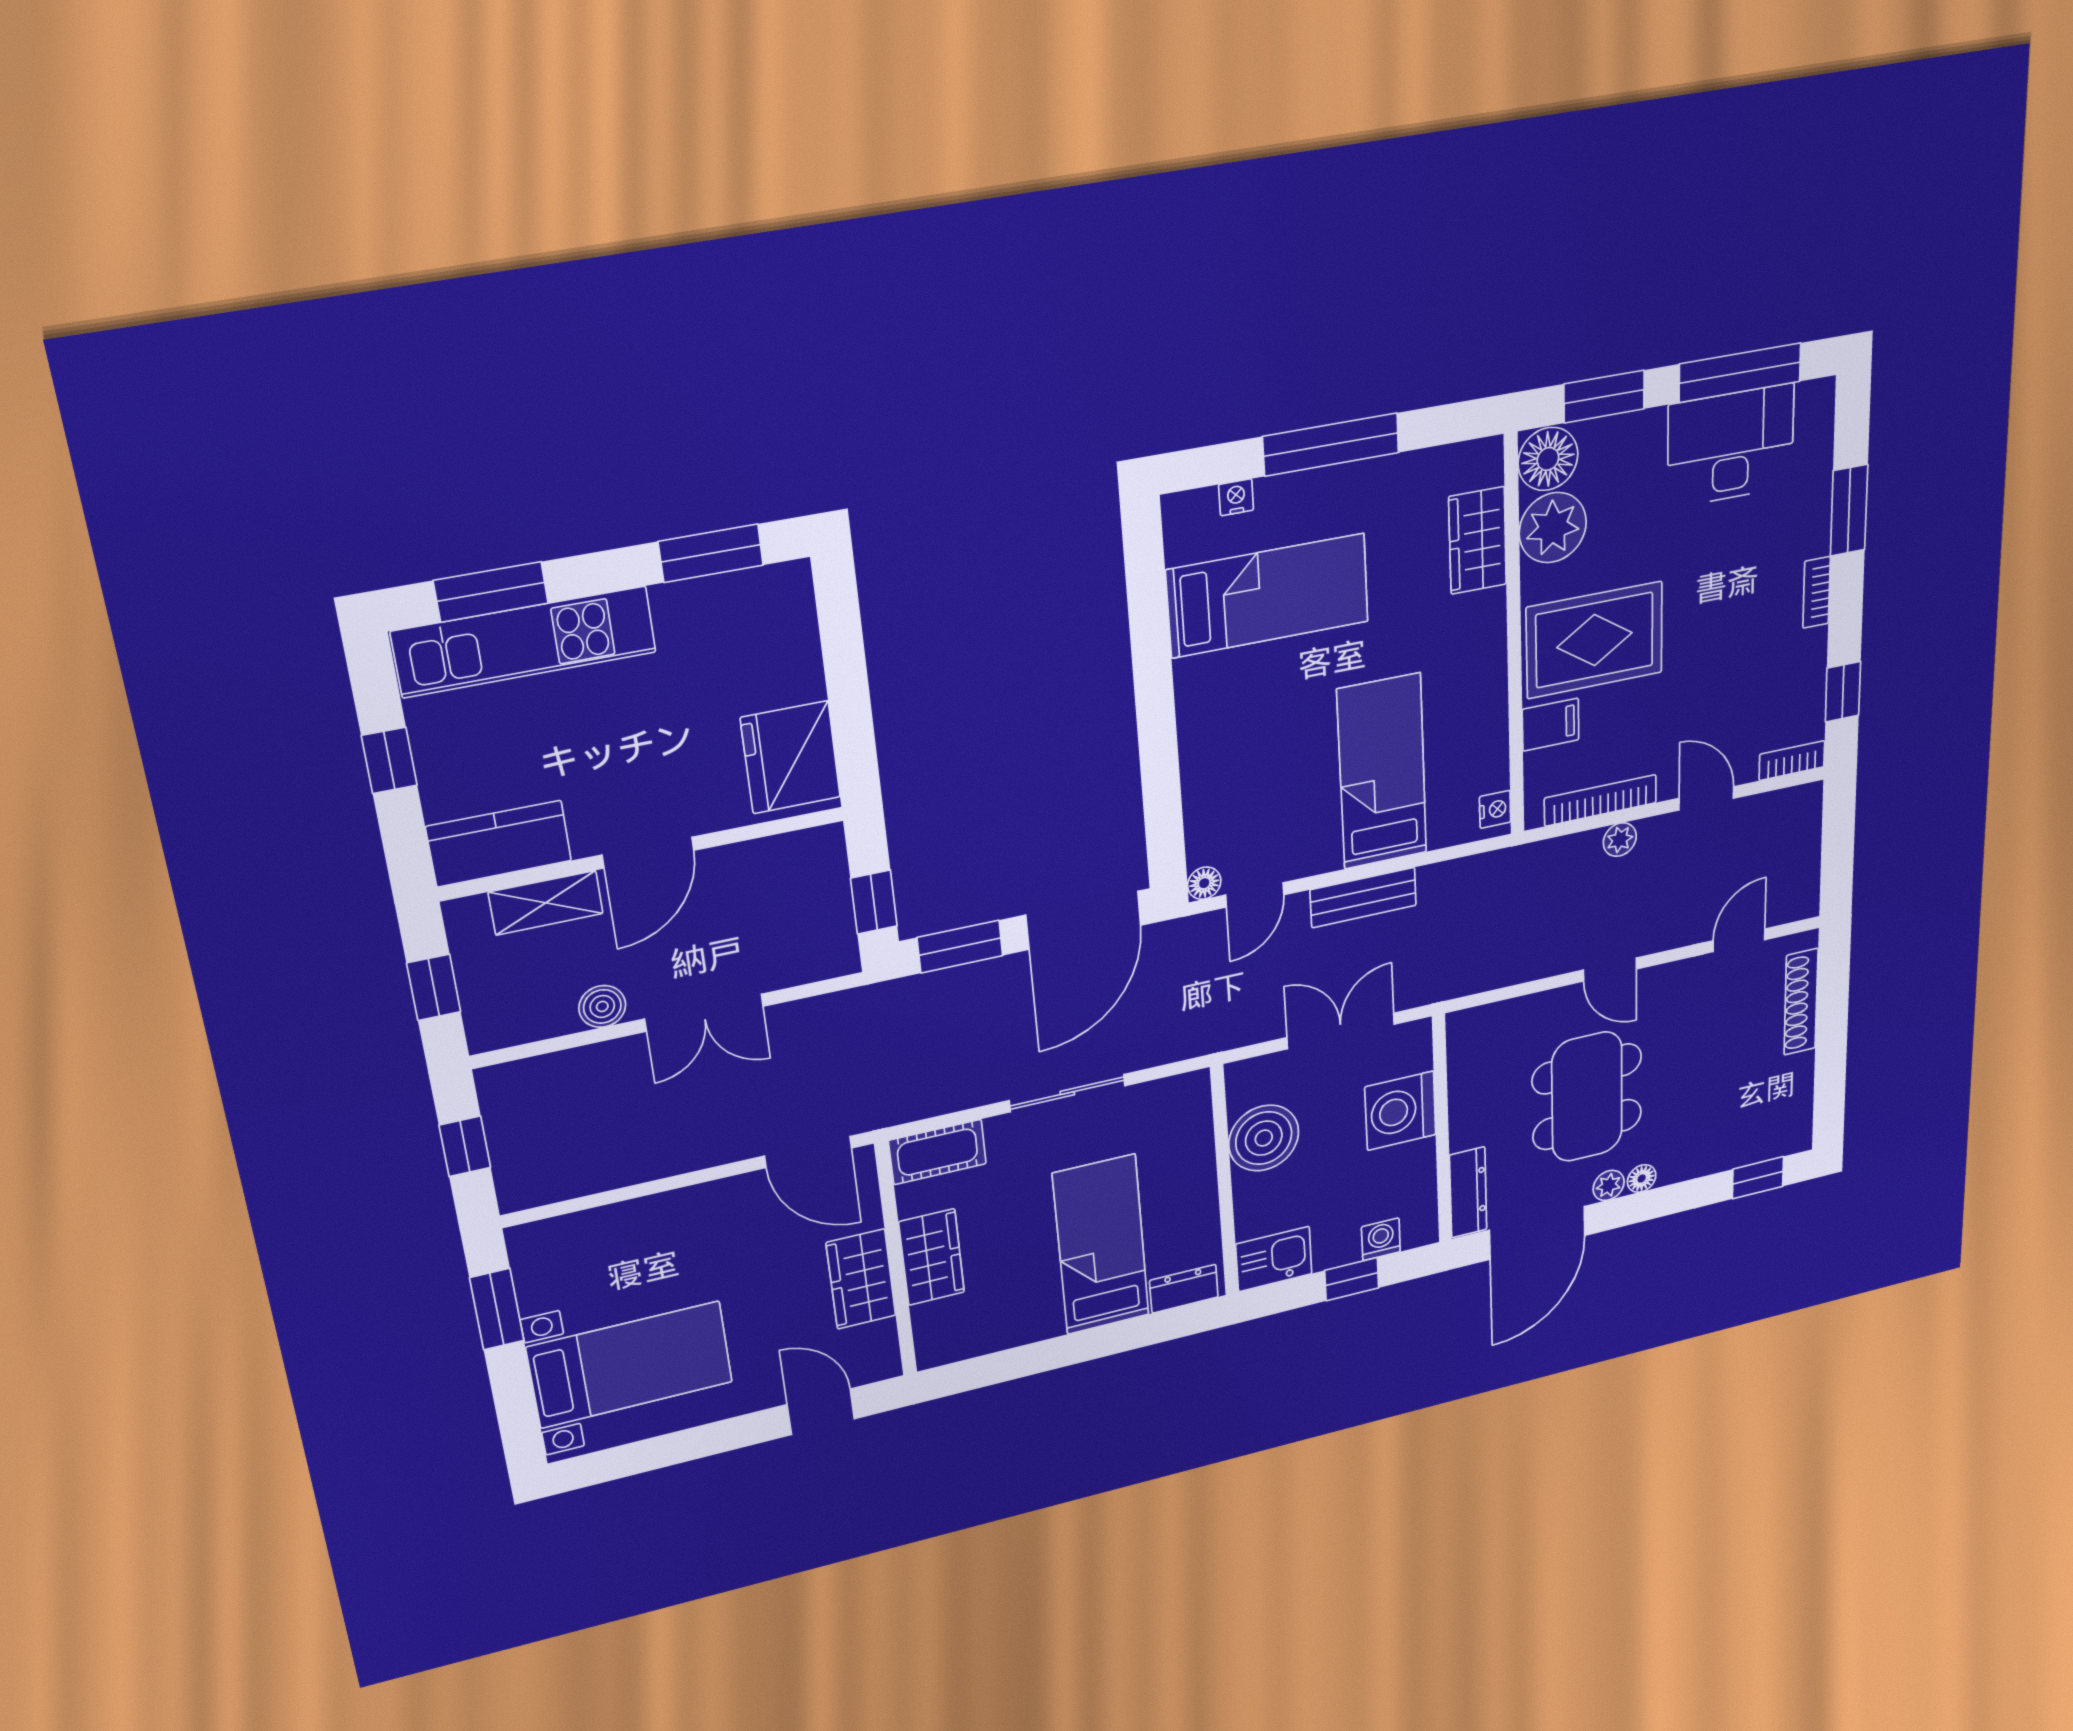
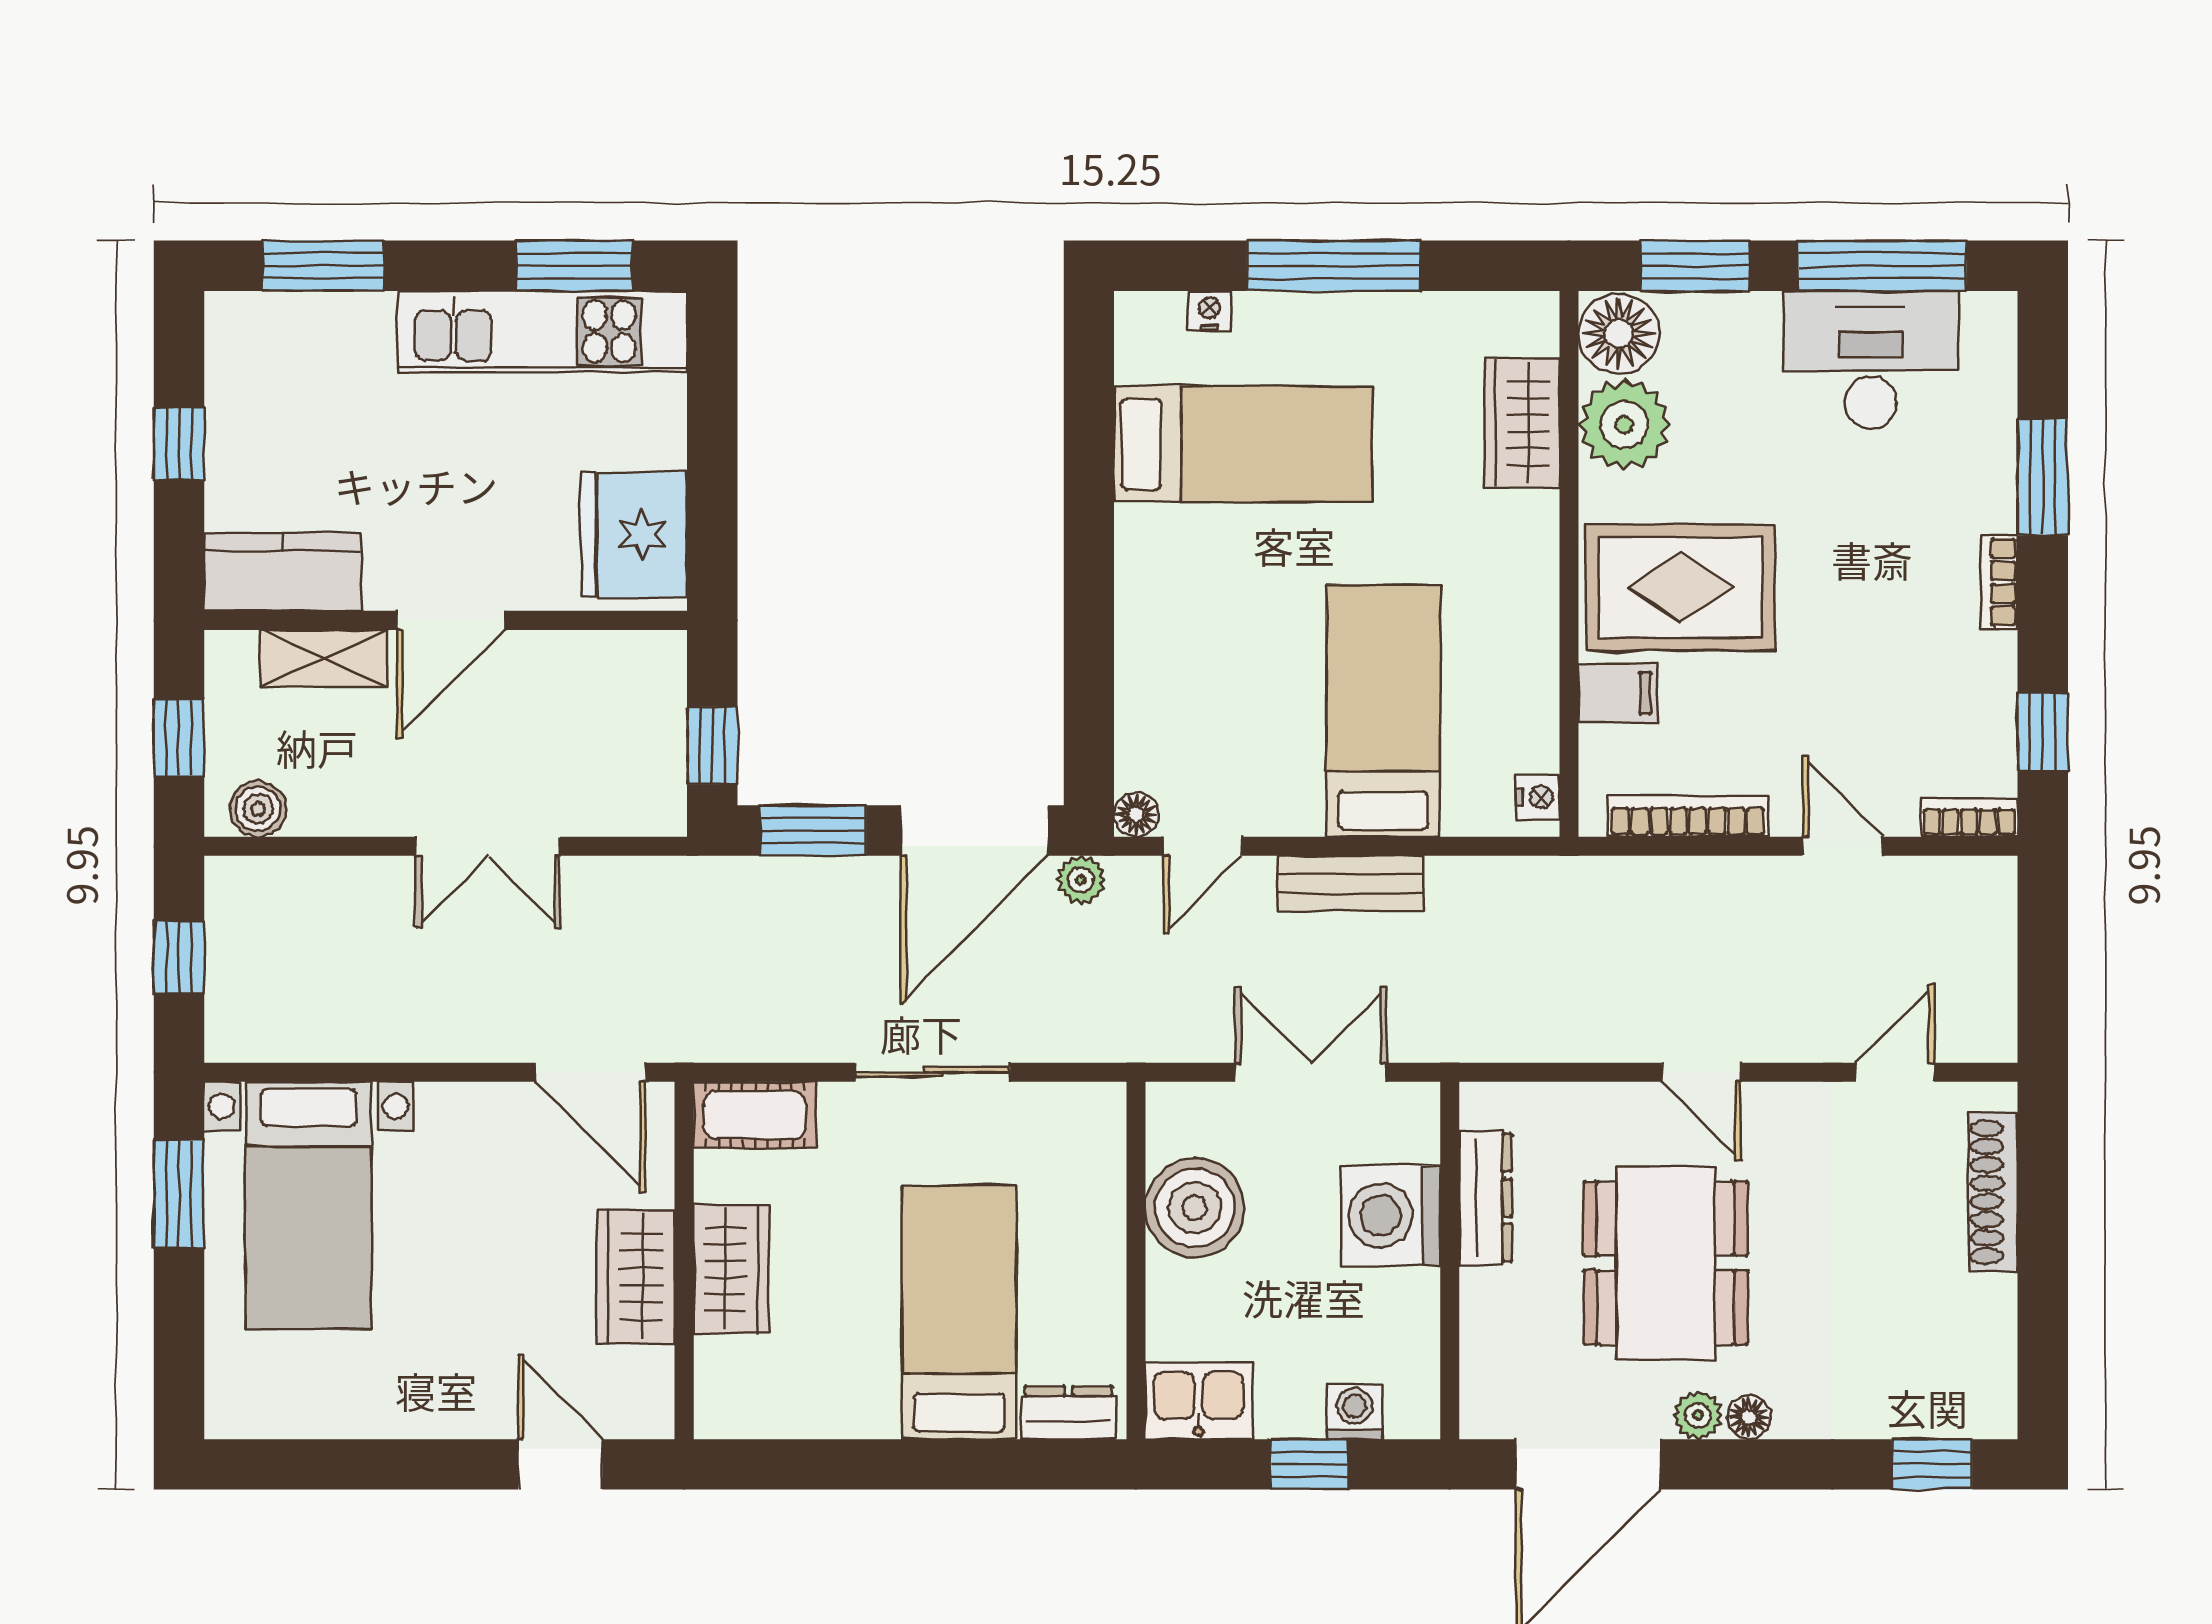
kitchen unit: (525, 642) -> (543, 332), moved
plant: (1620, 840) -> (1081, 880), moved
boiler: (602, 1006) -> (258, 809), moved
dresser: (1468, 1192) -> (1485, 1198), moved
bed with nightstands: (630, 1365) -> (309, 1205), moved, turned 90

